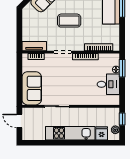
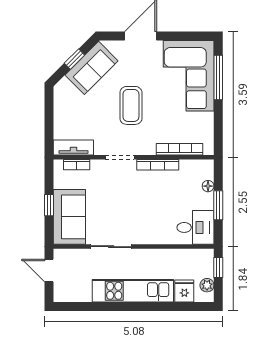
coffee table: (69, 21) -> (131, 105), turned 90
window: (122, 68) -> (218, 205), moved
window: (19, 81) -> (49, 205), added
desk: (108, 84) -> (195, 227), moved

